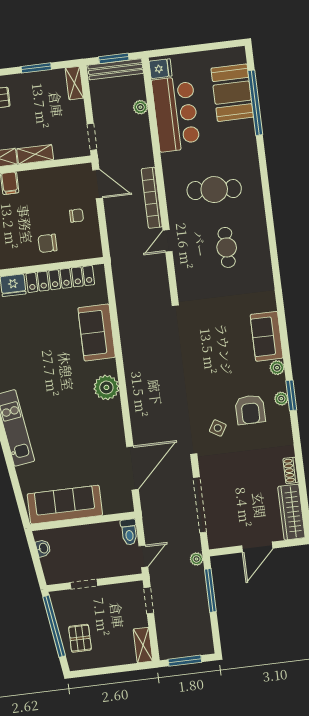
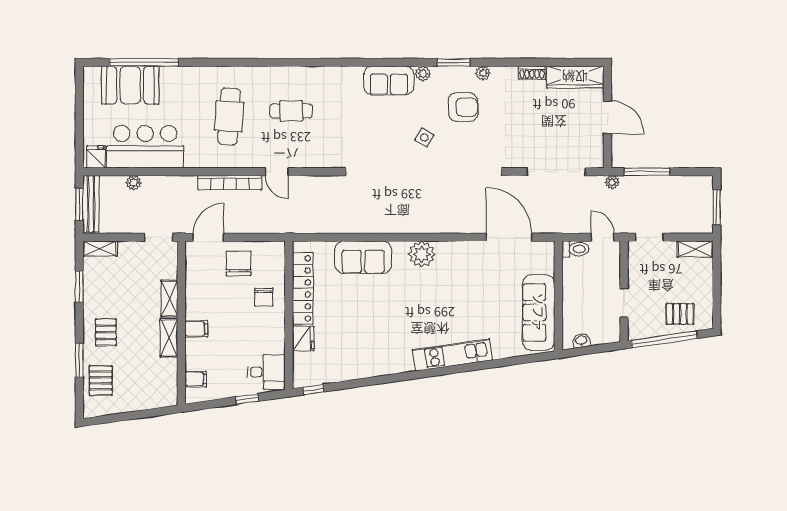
chair: (76, 216) -> (239, 263), width x1.87, depth x1.87
plant: (281, 399) -> (483, 73), moved
side table: (218, 428) -> (424, 137), moved

